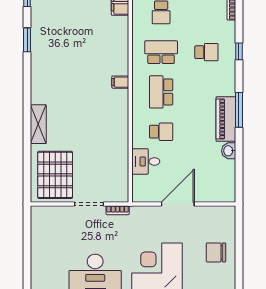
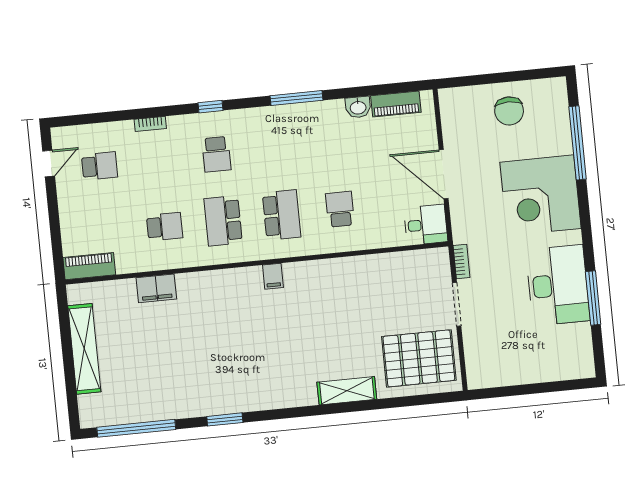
school desk: (206, 52) -> (216, 154), turned 180
school desk: (161, 92) -> (282, 215), turned -90
piano: (226, 119) -> (396, 104), moved, width x0.73, depth x0.75
desk: (146, 161) -> (426, 225), moved, turned -90

